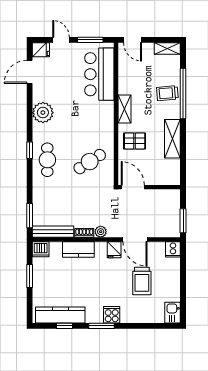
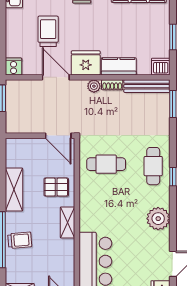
cafe table: (90, 162) -> (106, 164), turned 33
fridge: (114, 250) -> (86, 63), width x1.88, depth x1.34

